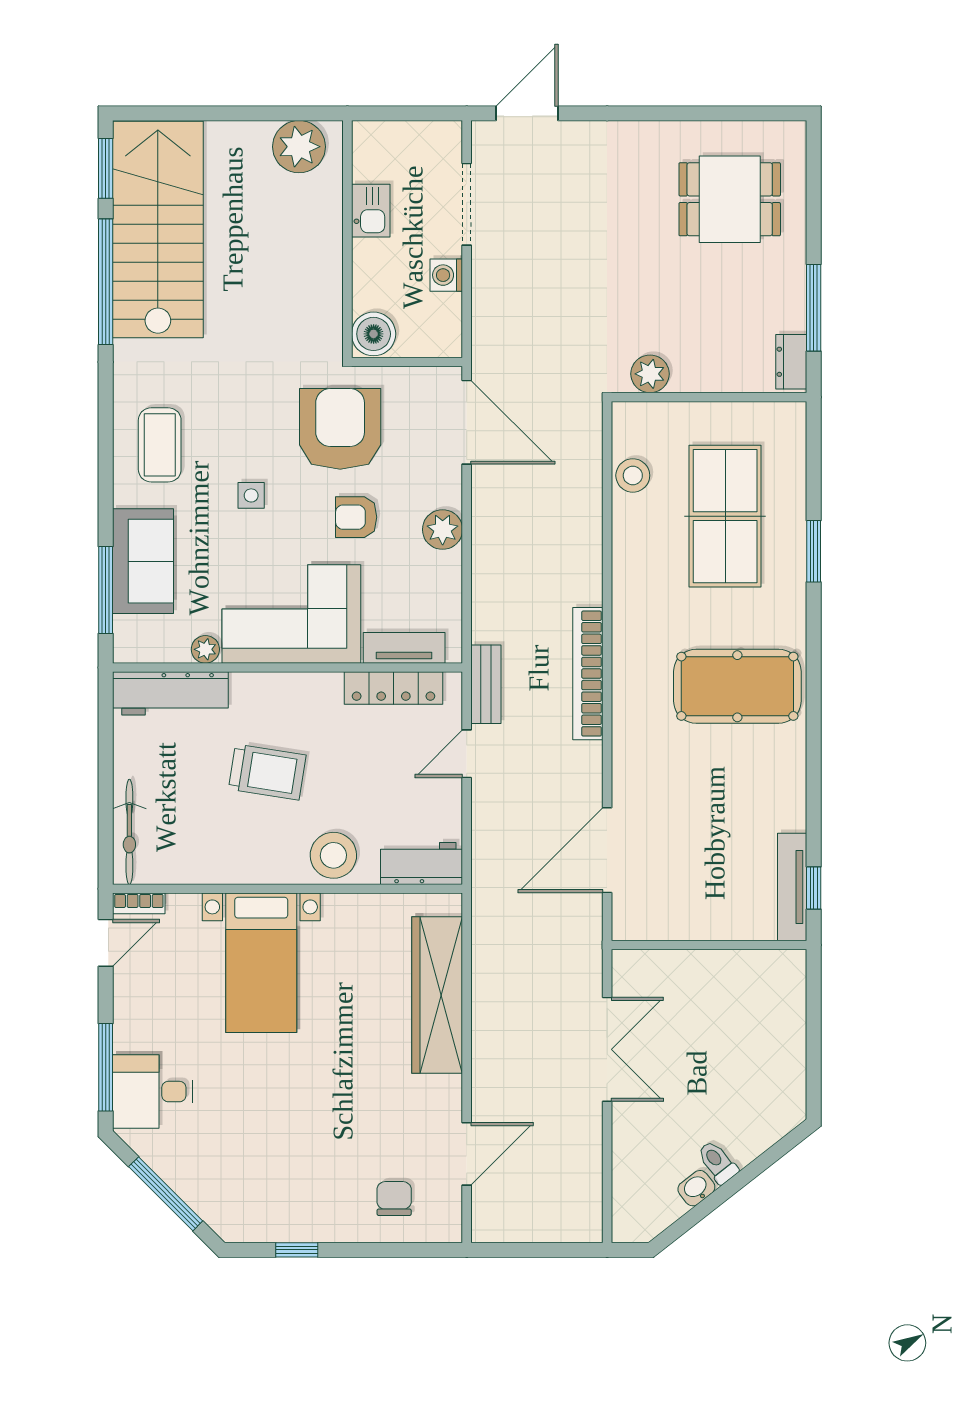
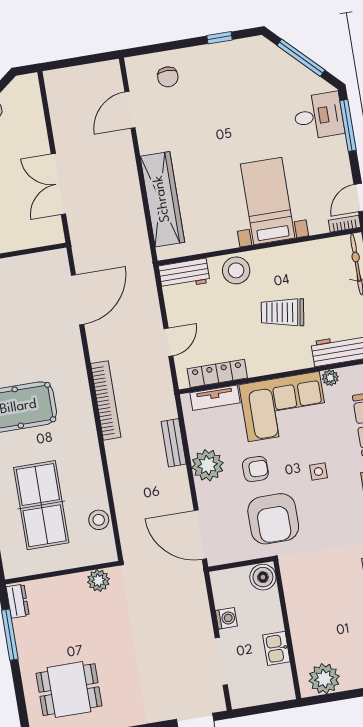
plant: (443, 530) -> (208, 465), width x1.36, depth x1.36
bench: (486, 684) -> (174, 443), moved

